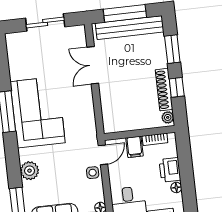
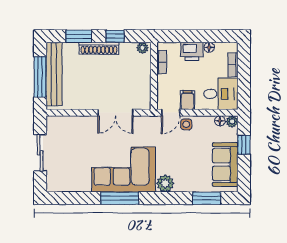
double door: (93, 65) -> (115, 113), moved
shoe rack: (164, 90) -> (99, 48), moved
filing cabinet: (134, 147) -> (187, 100), moved, turned -90
door: (103, 155) -> (171, 113), swing flipped
plant: (30, 171) -> (165, 183), moved

